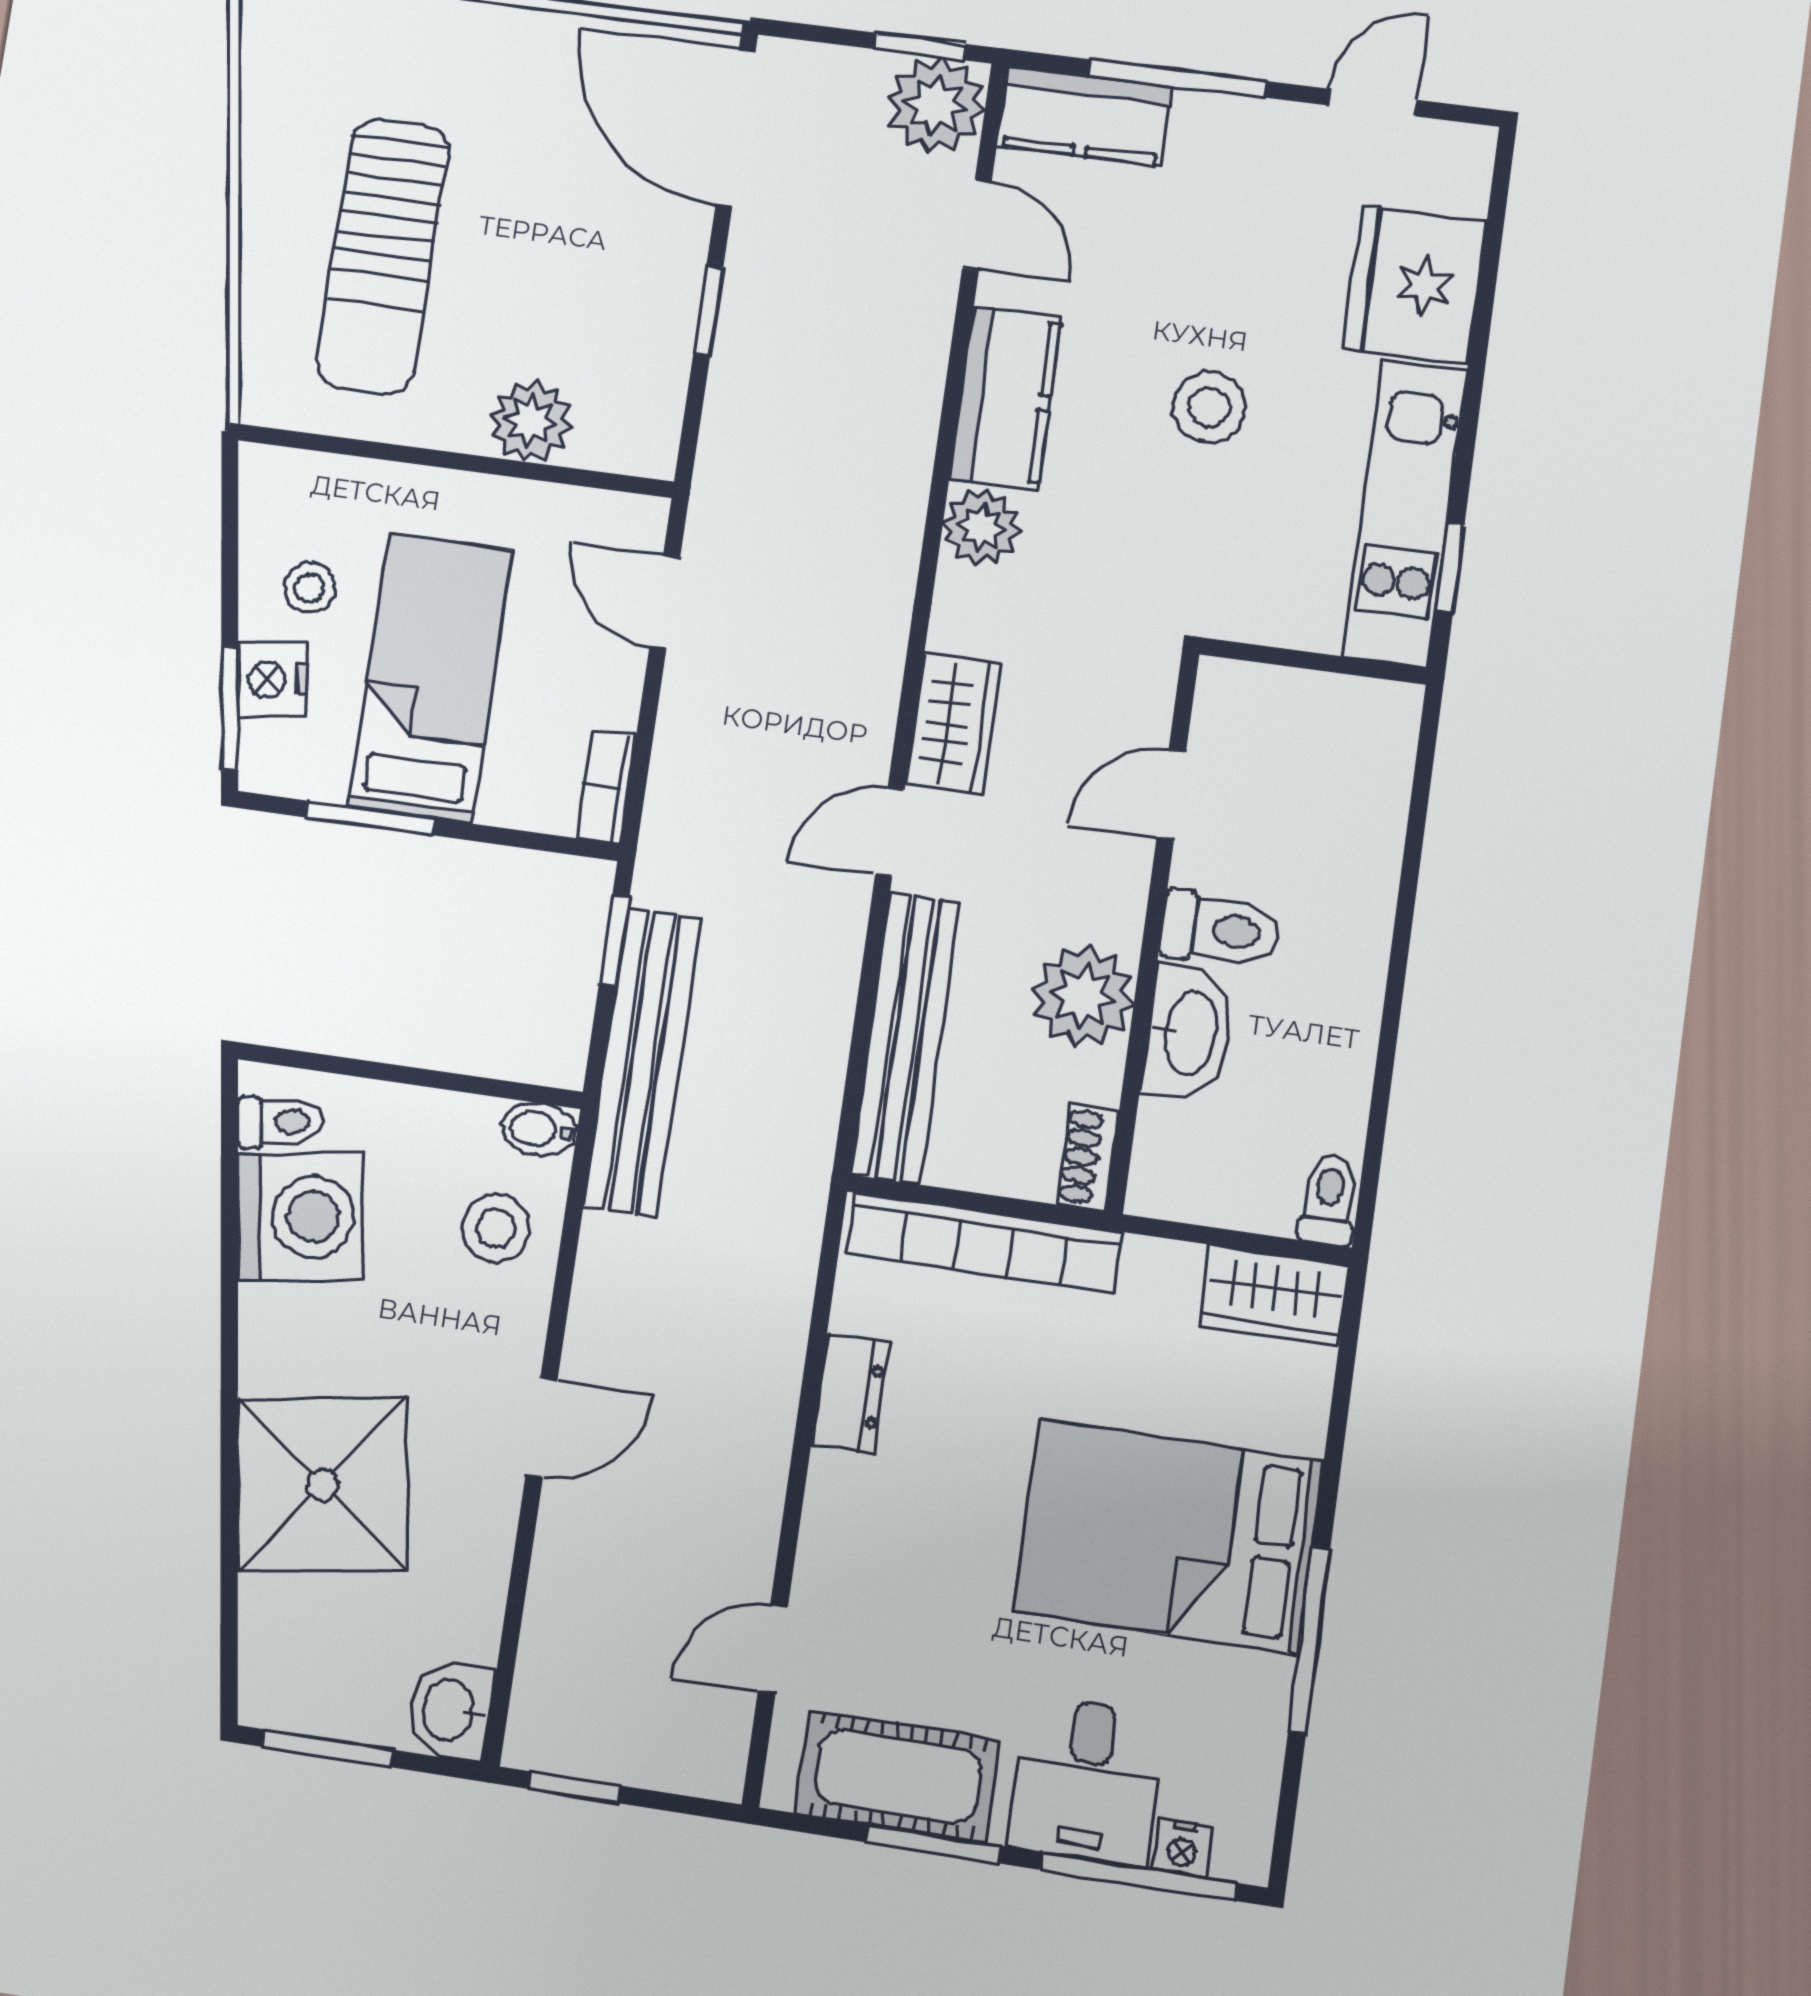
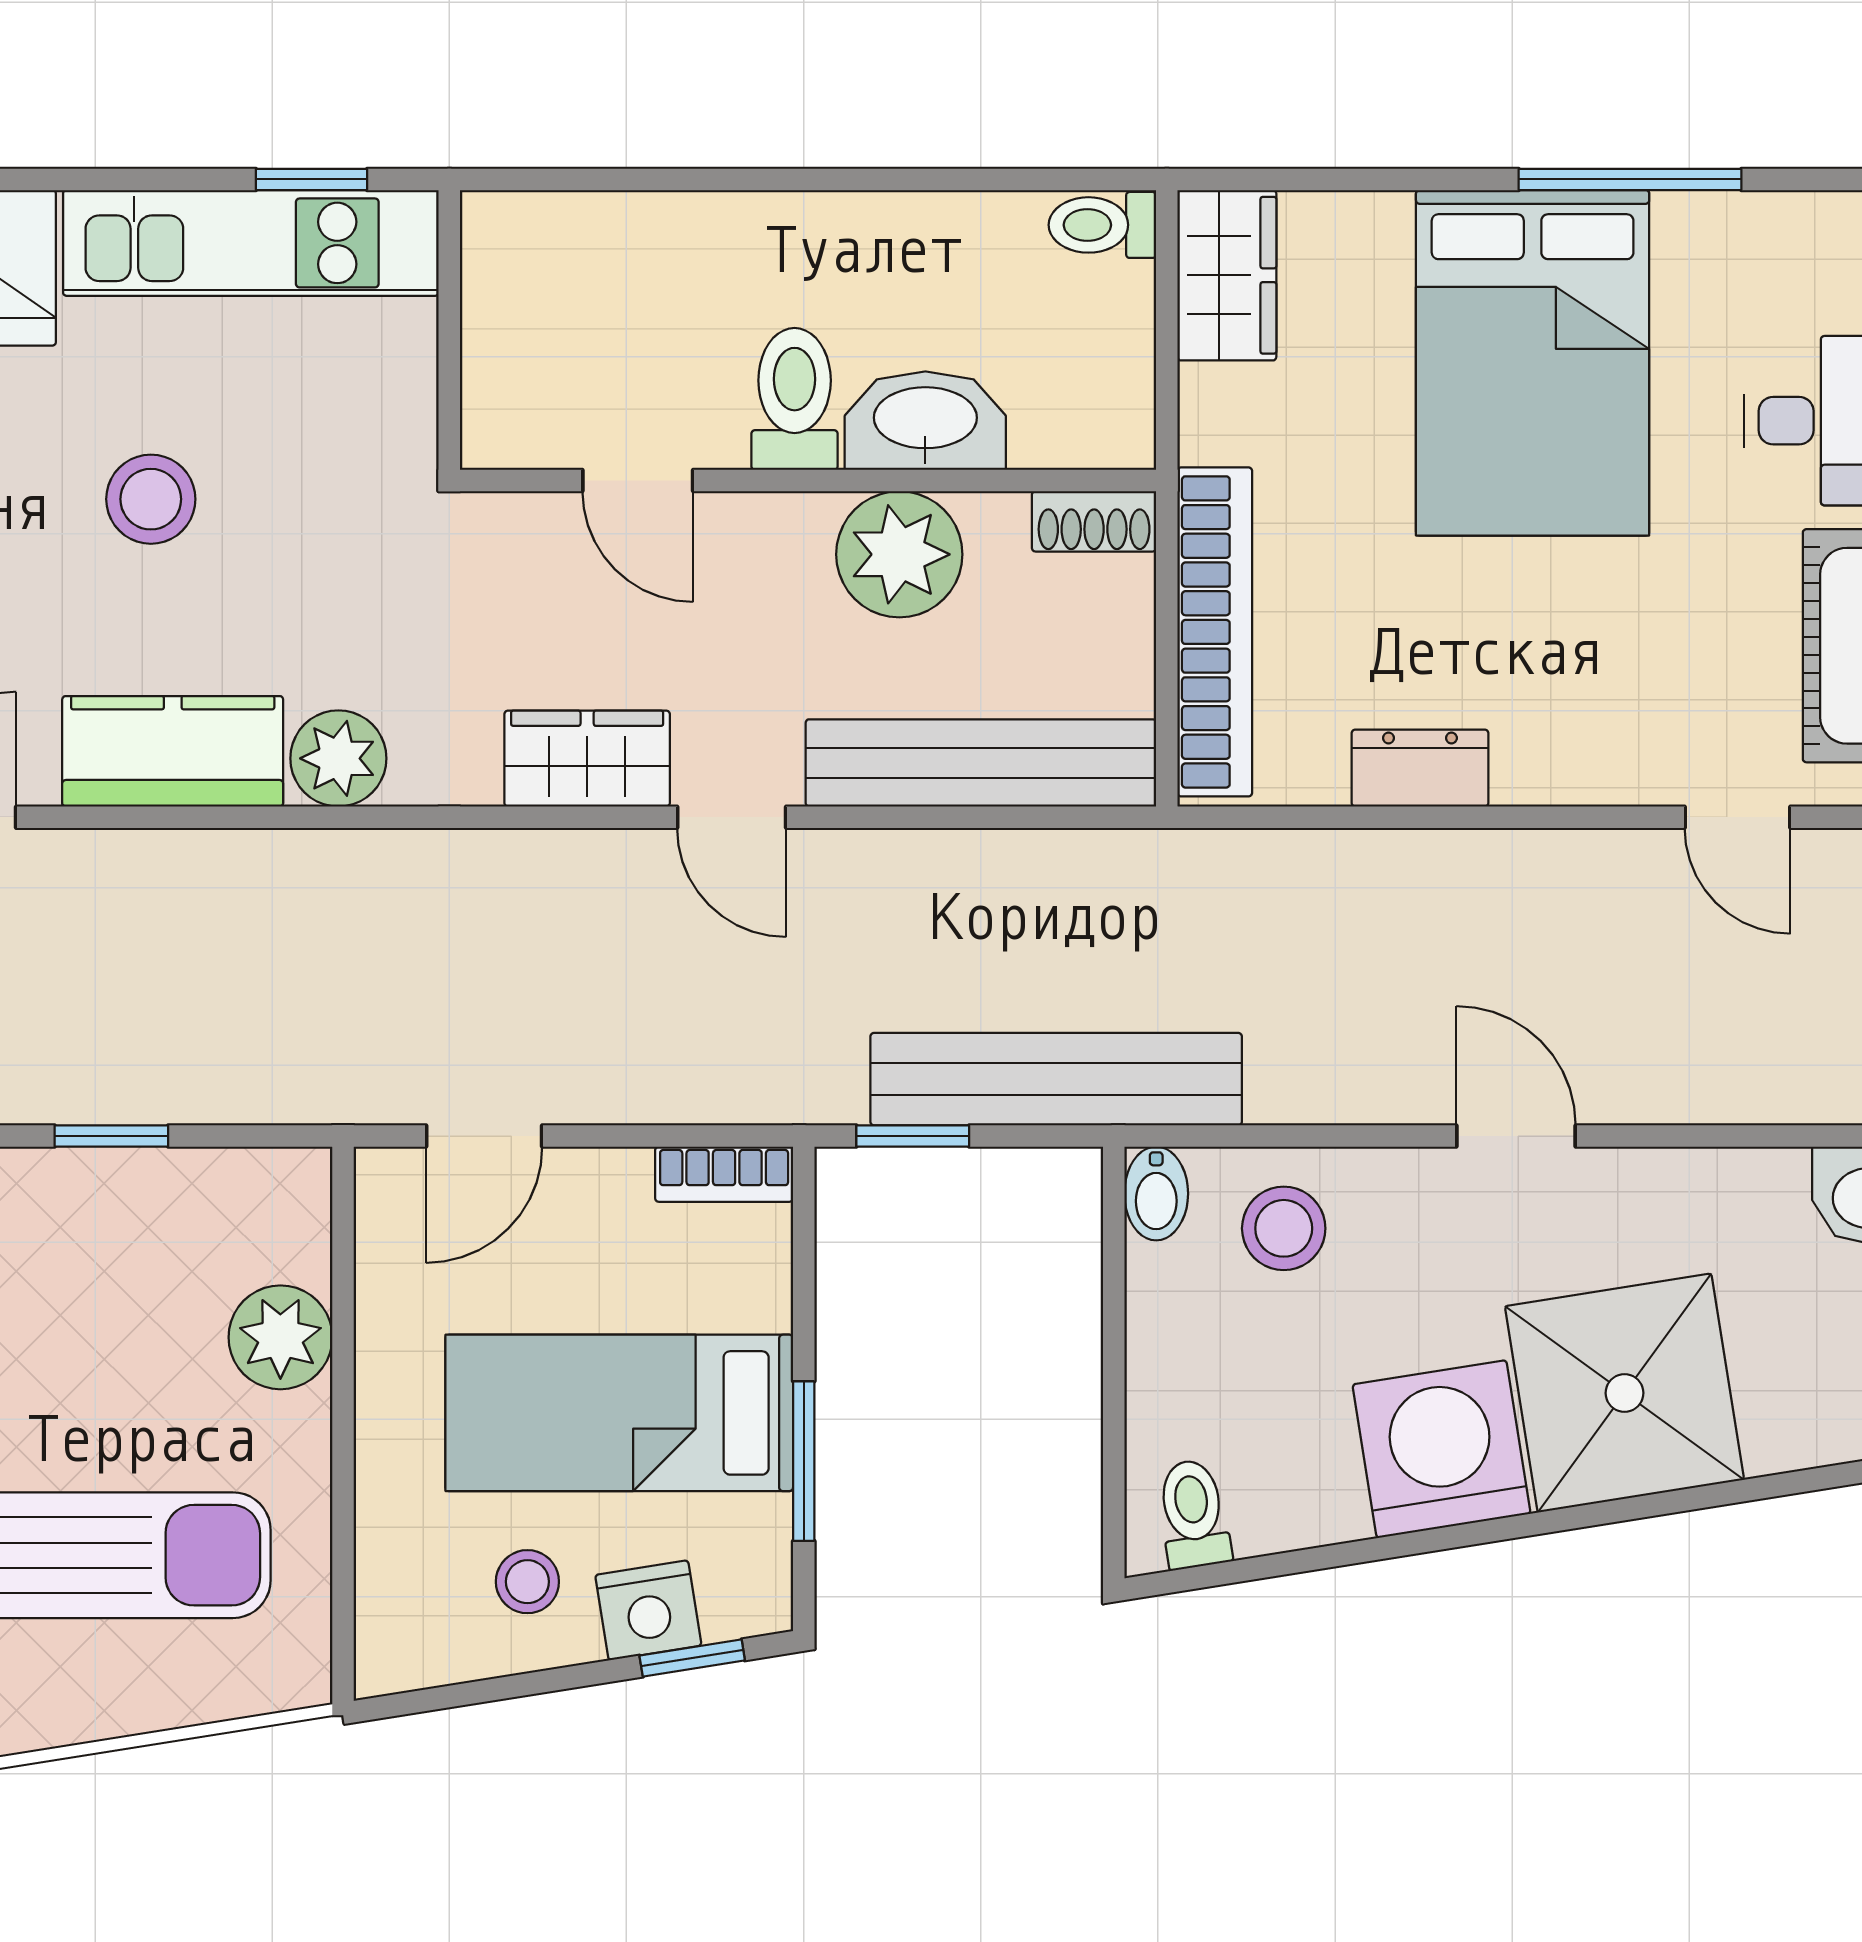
window: (230, 709) -> (692, 1658), width x0.67
washing machine: (300, 1217) -> (1441, 1449), moved

